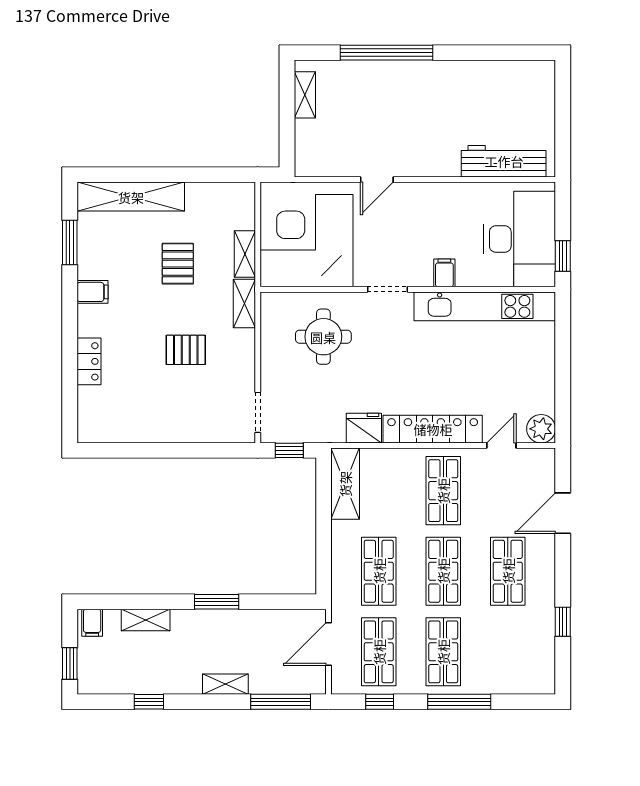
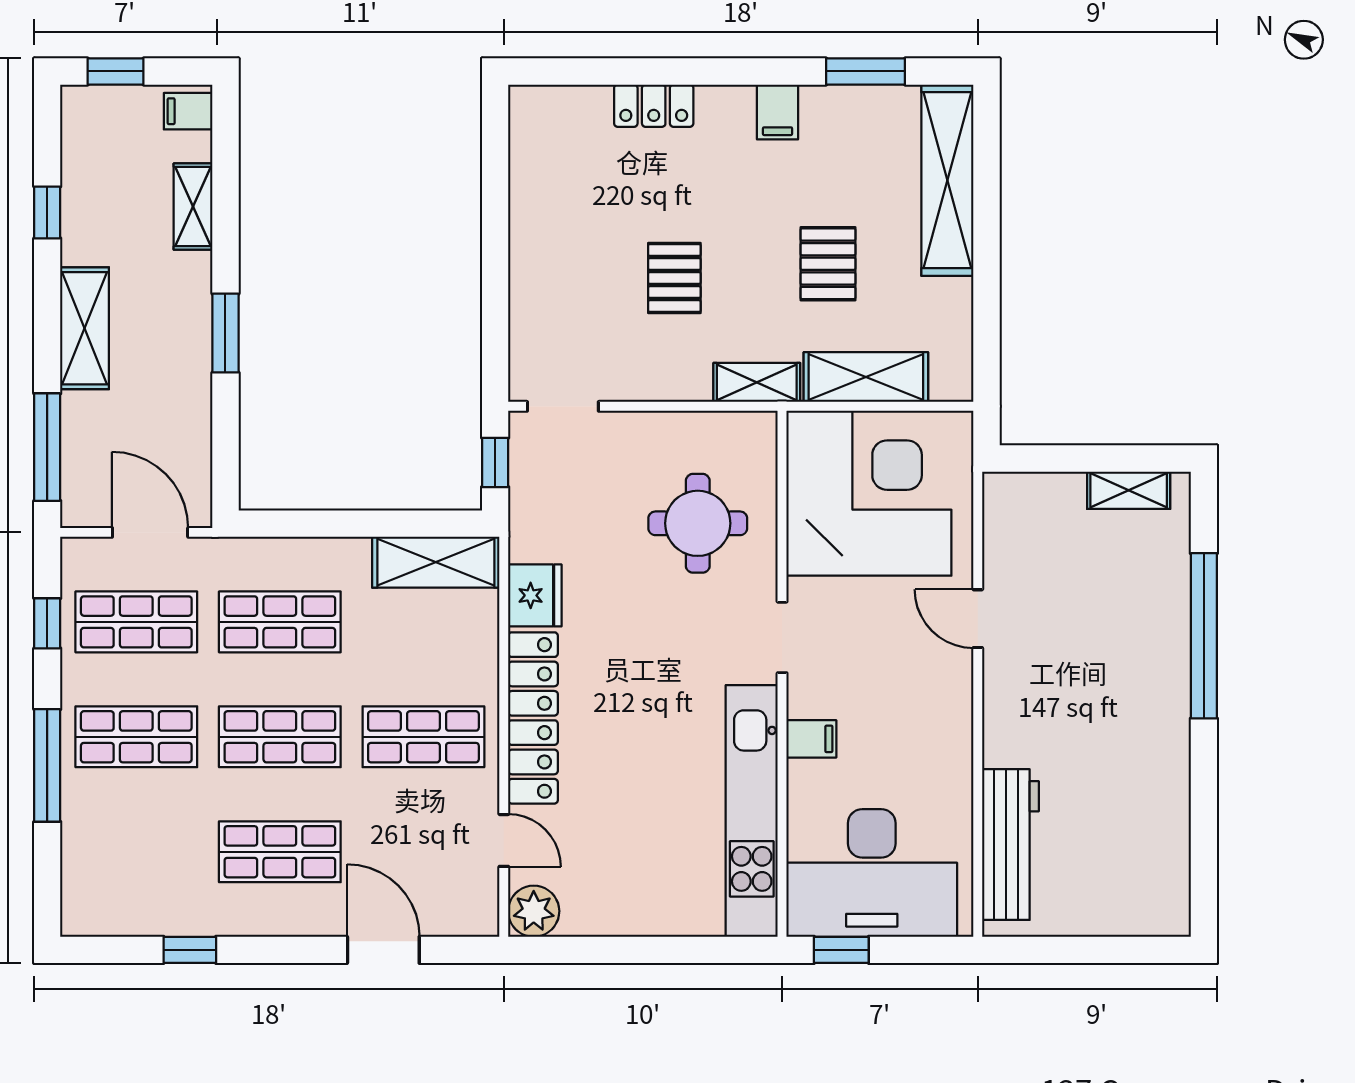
shelving: (245, 254) -> (866, 377), width x1.50, depth x1.33
pallet: (178, 264) -> (828, 264), turned 90
shelving: (225, 684) -> (85, 328), width x1.50, depth x1.33

